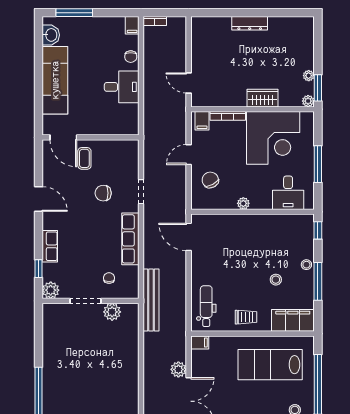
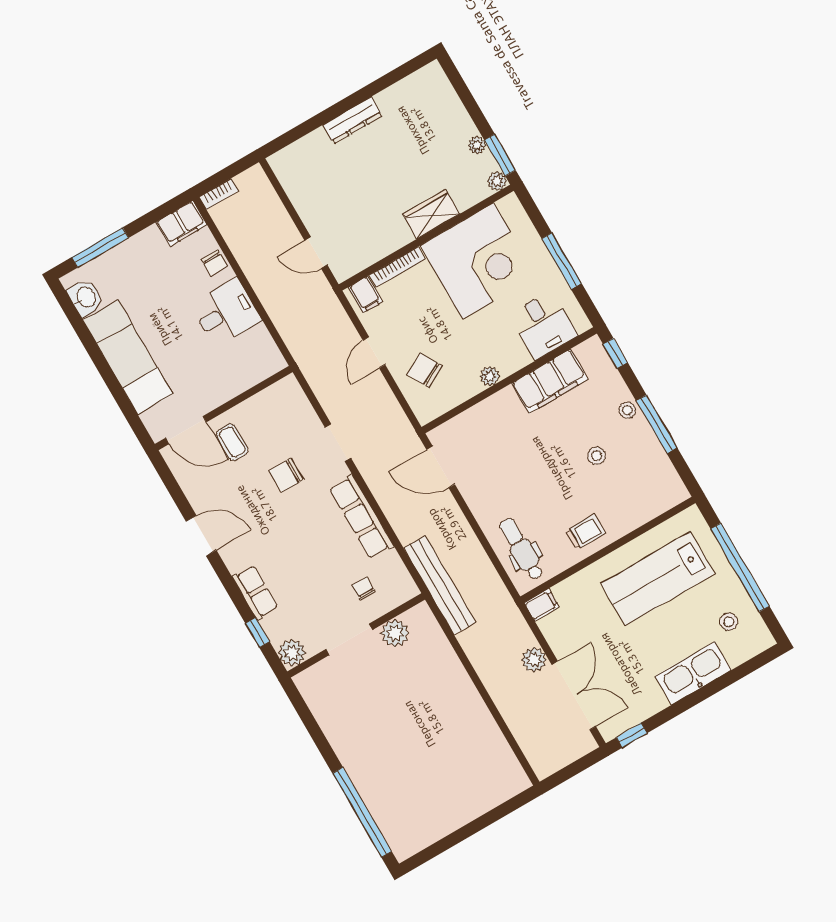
filing cabinet: (132, 25) -> (181, 224), width x2.00
filing cabinet: (293, 320) -> (550, 381), moved, turned 180

